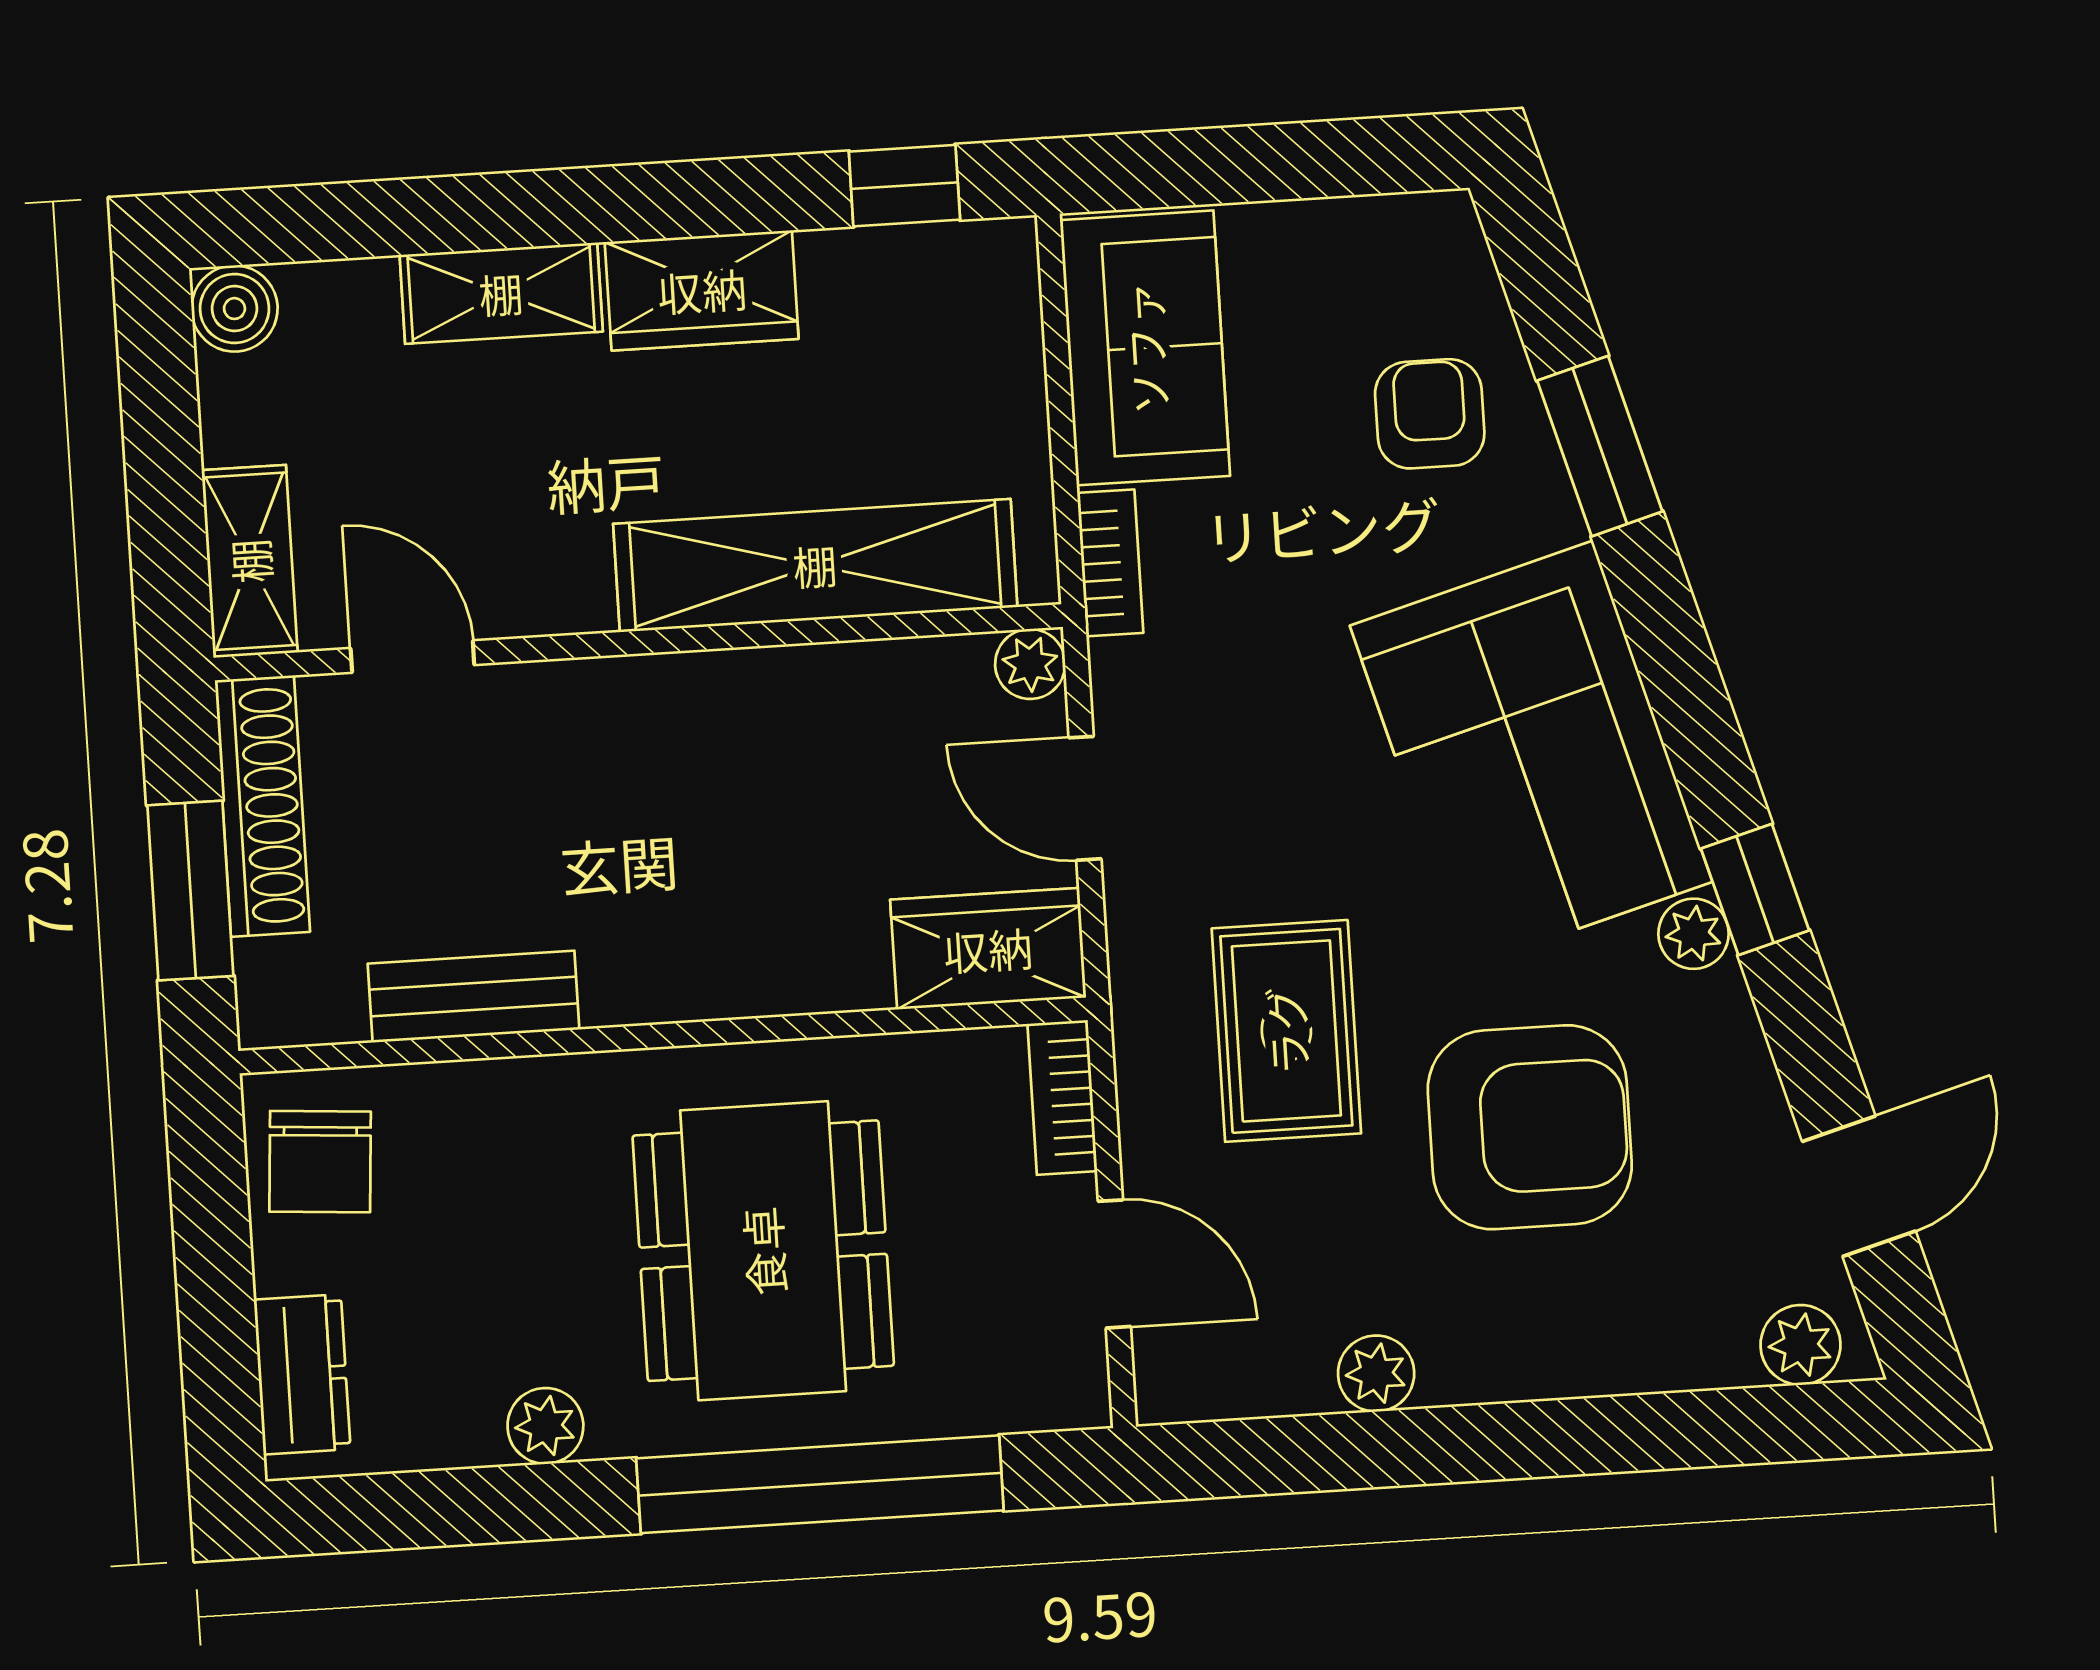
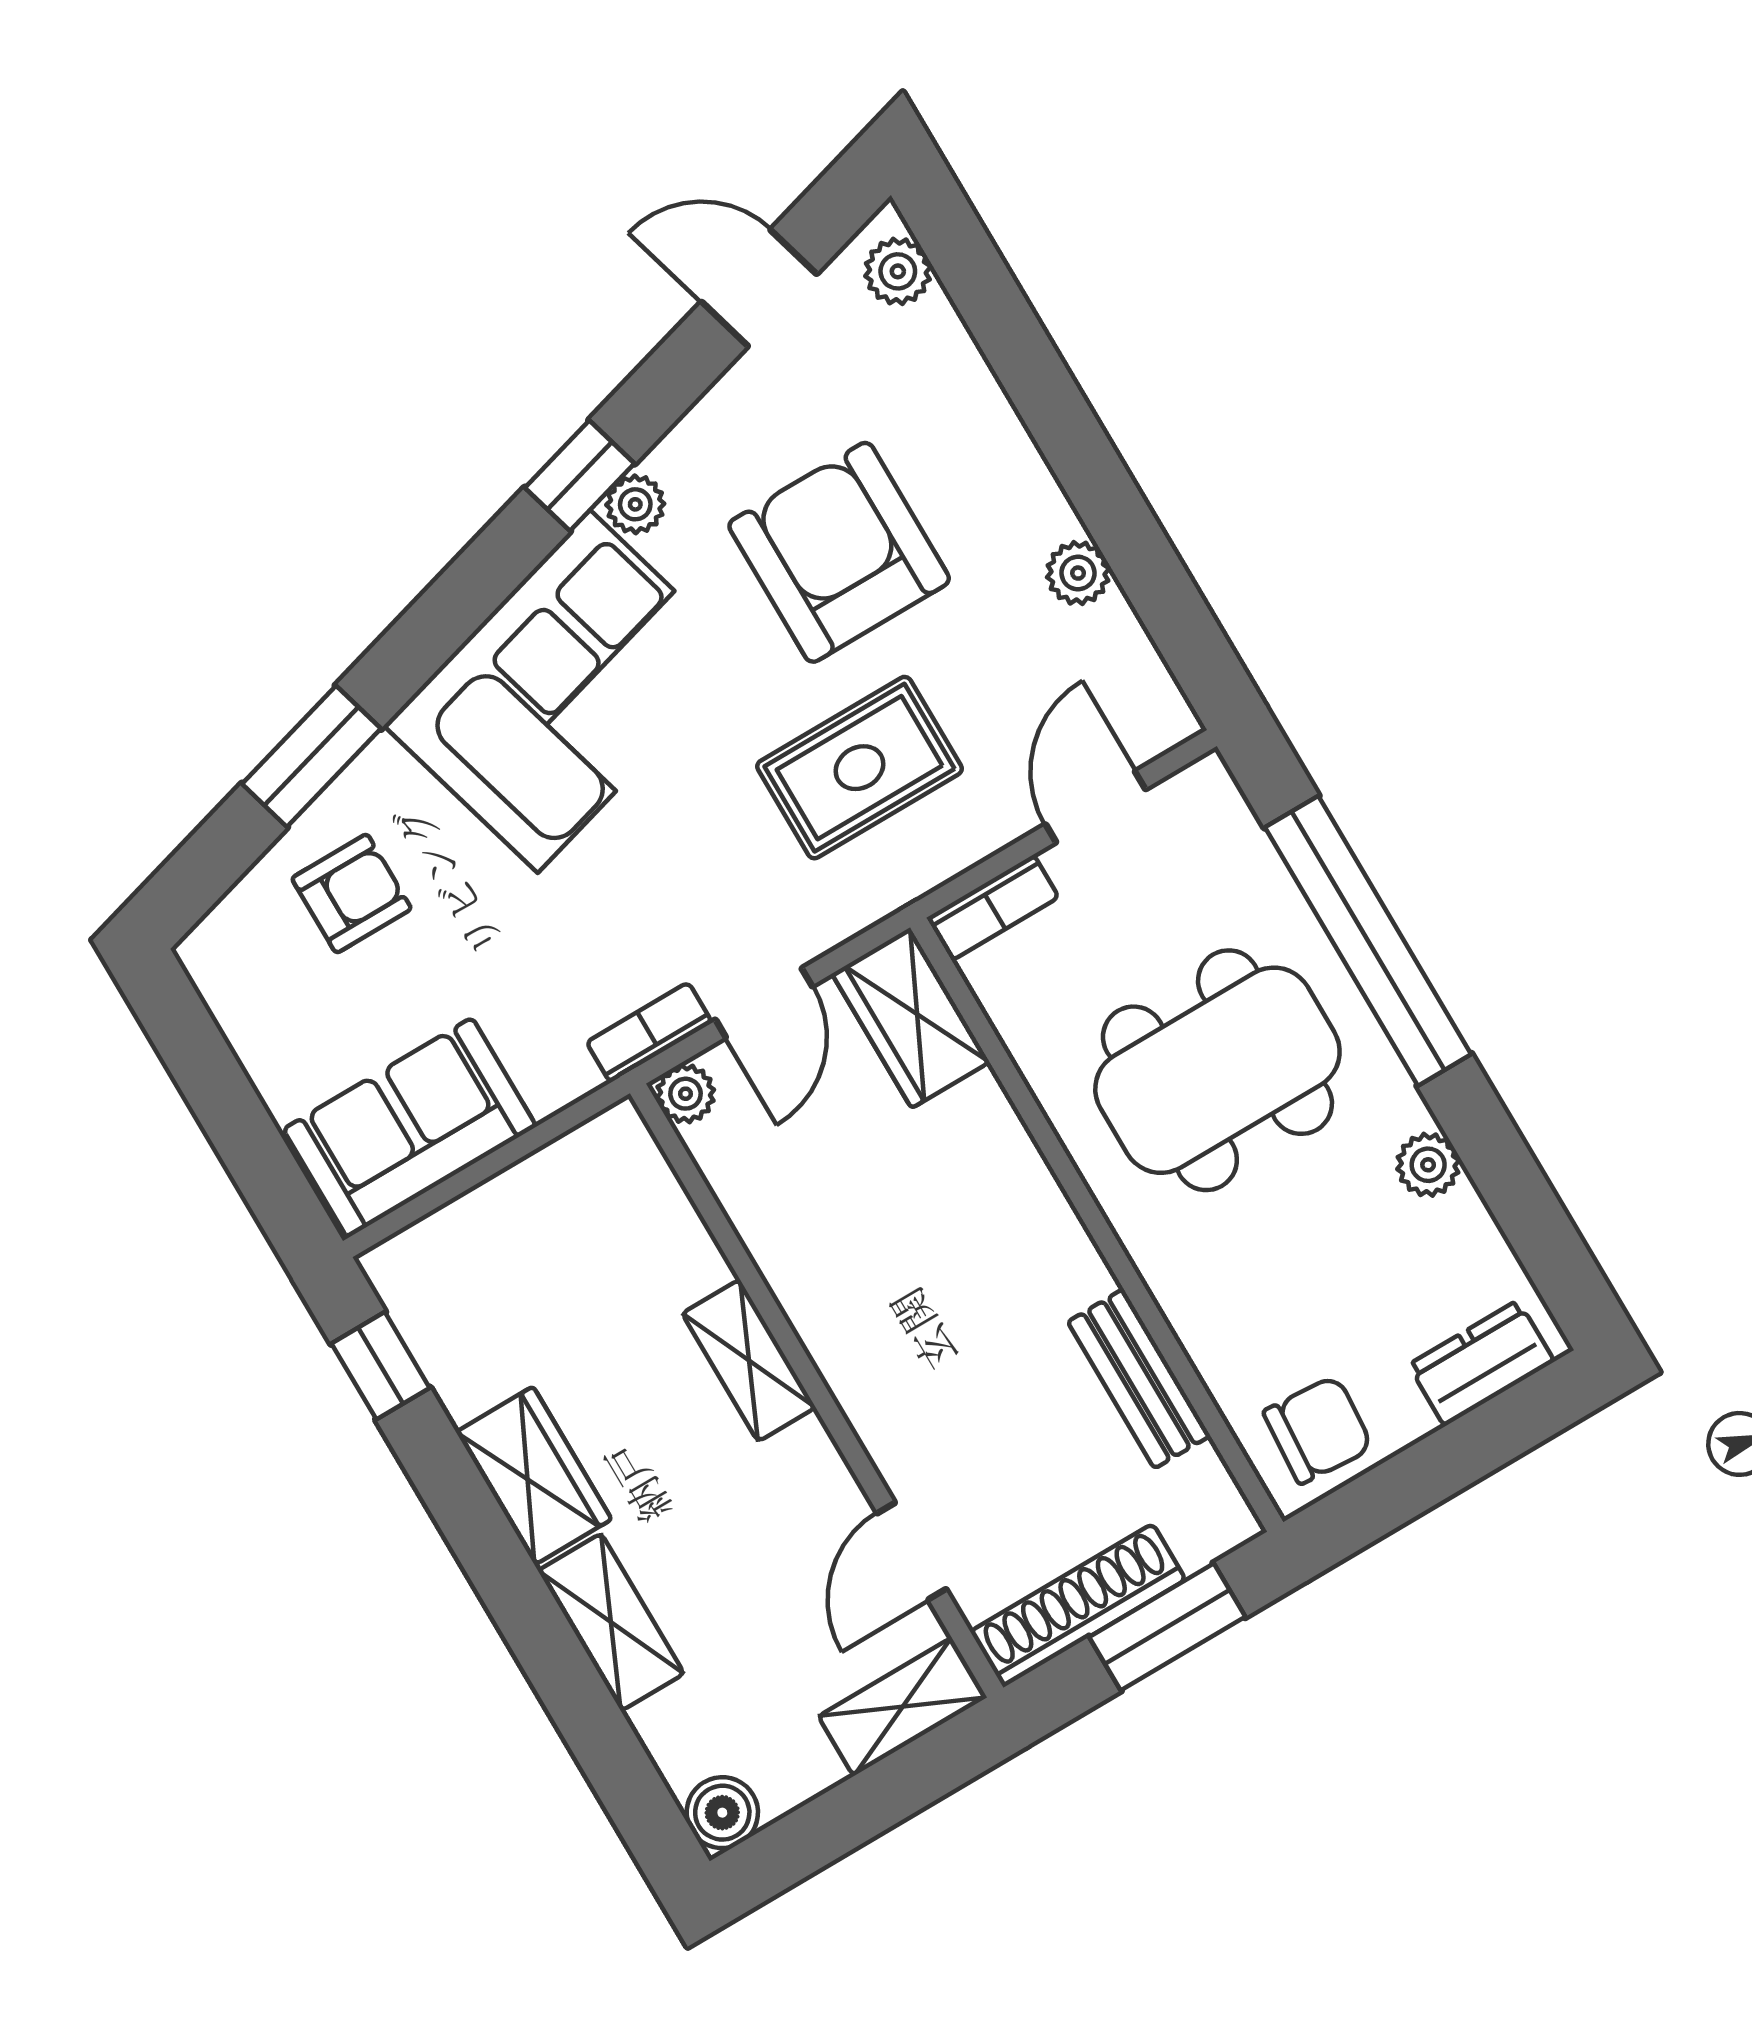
armchair: (1430, 414) -> (352, 893), turned 180
bookcase: (1110, 563) -> (649, 1032), moved
shelving: (815, 565) -> (749, 1360), width x0.45, depth x0.75

